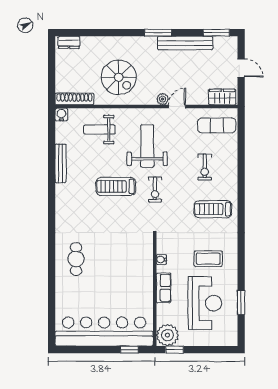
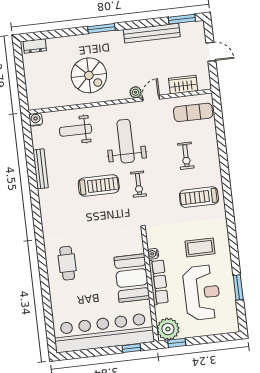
window: (158, 33) -> (101, 28), moved
wardrobe: (222, 97) -> (183, 85), moved
shoe rack: (74, 99) -> (47, 102), removed
treadmill: (116, 186) -> (99, 185), turned 180
booth: (138, 281) -> (132, 278), added
row of seats: (164, 288) -> (159, 282), width x1.48

